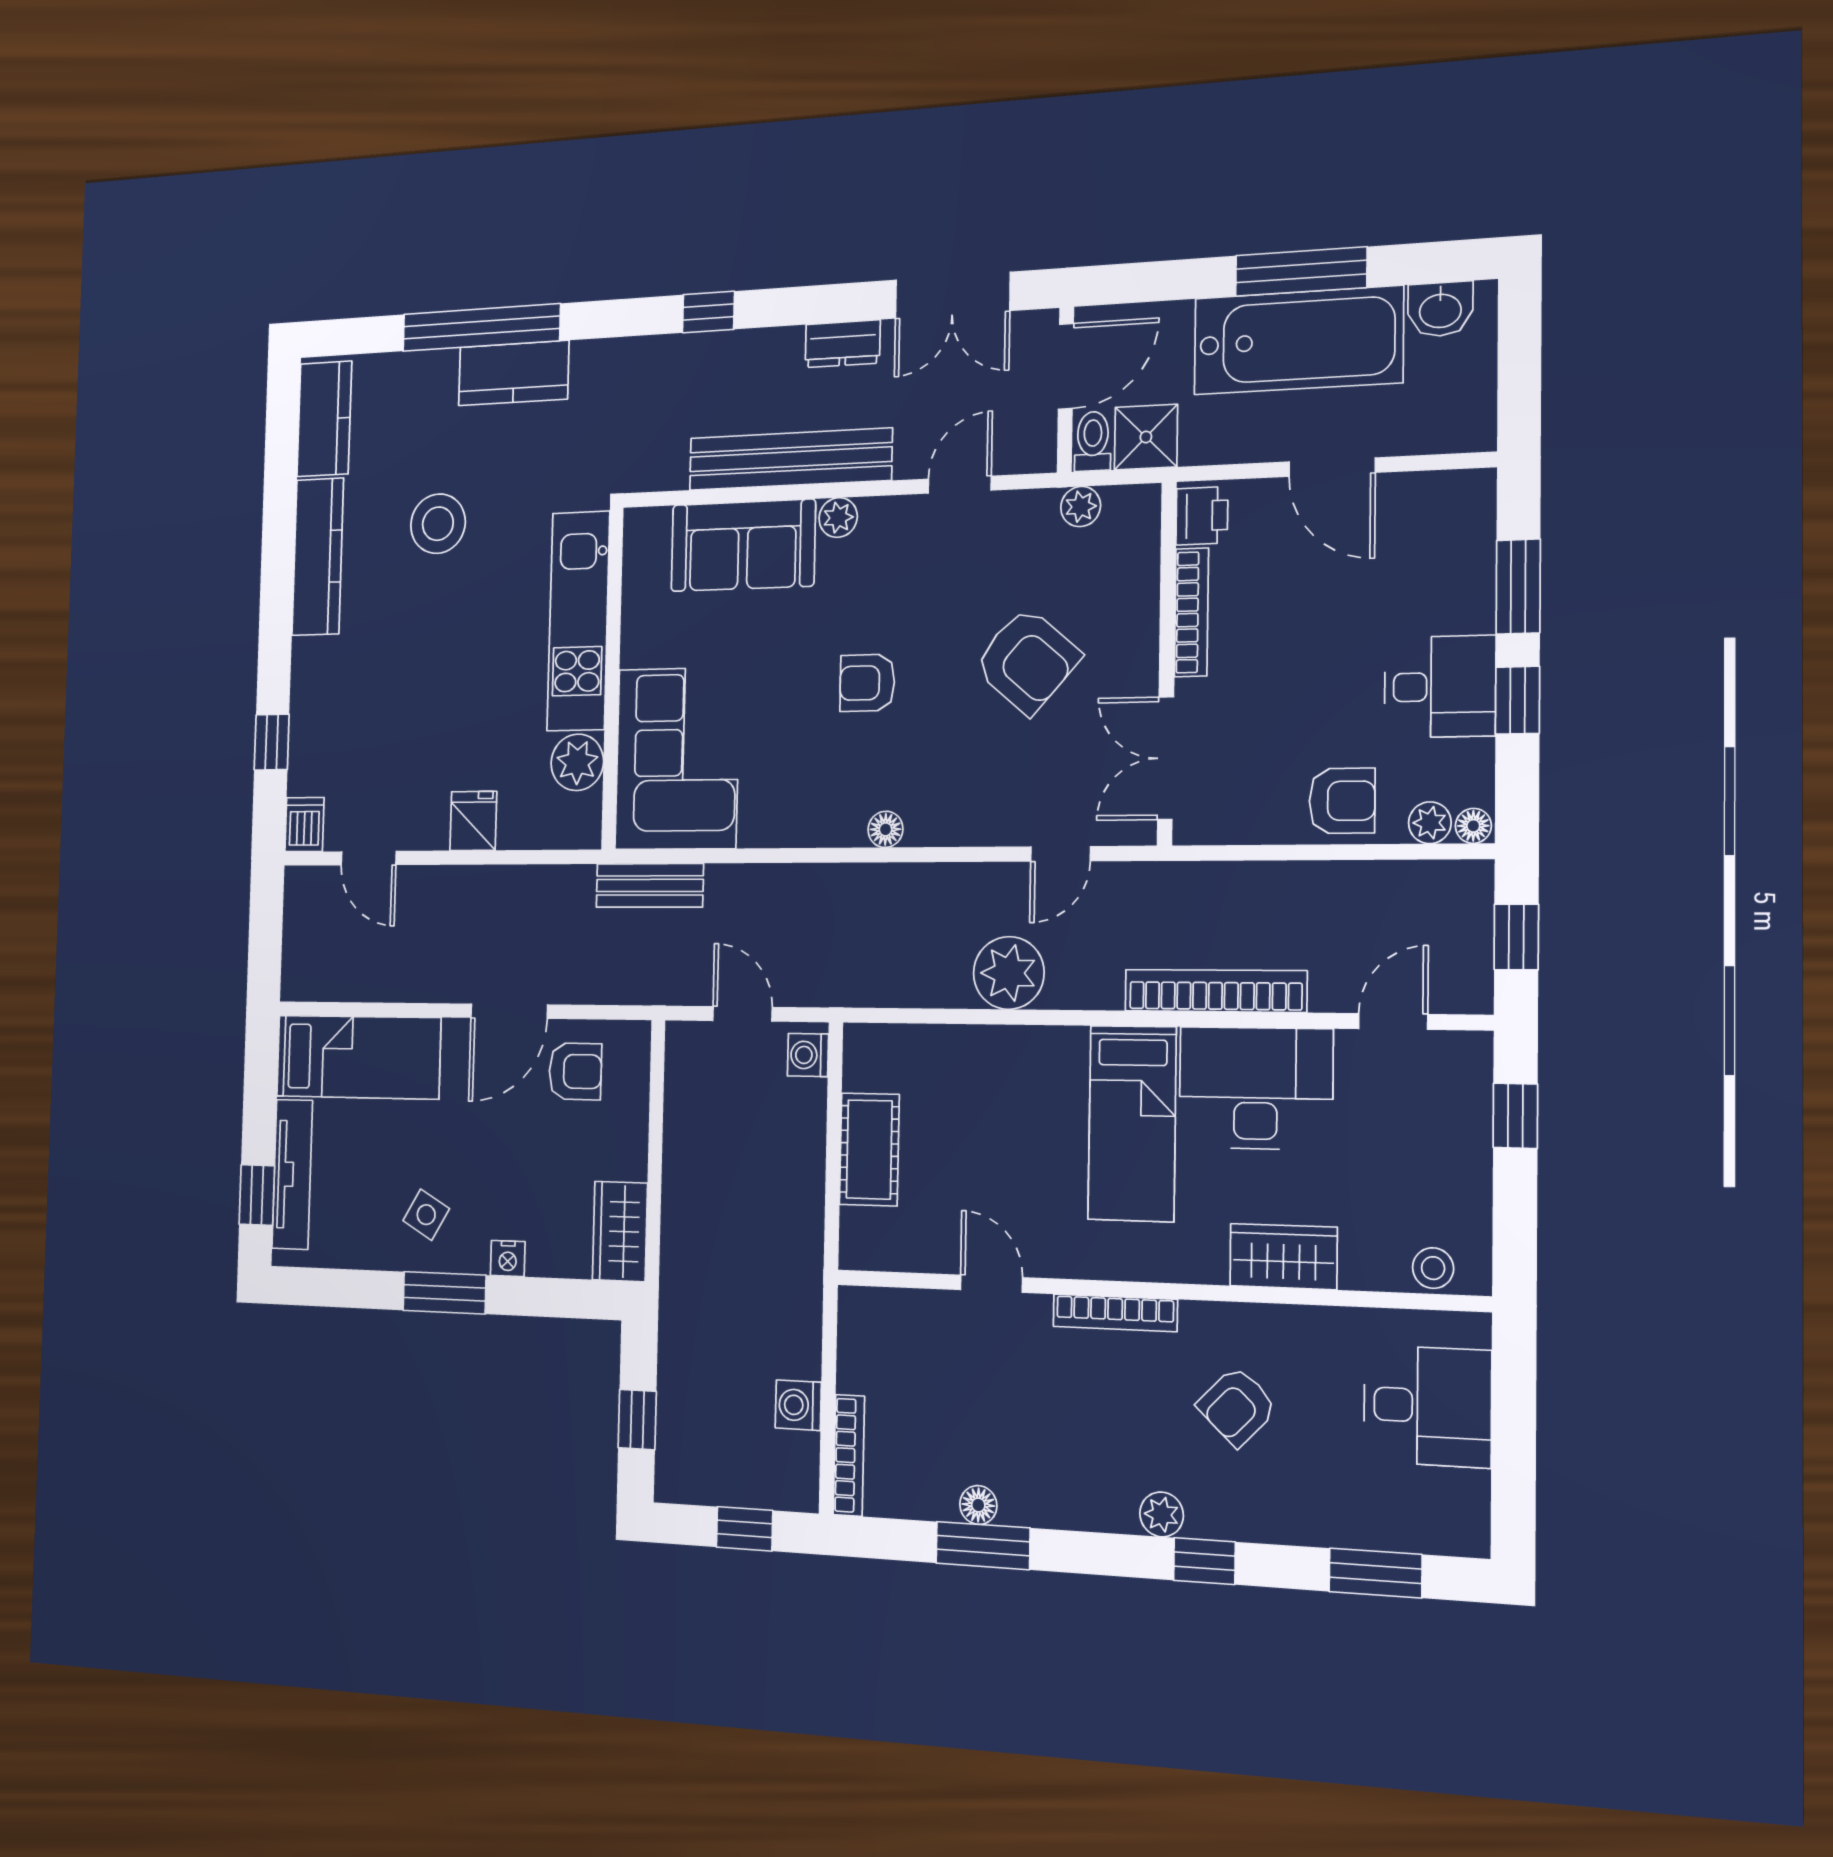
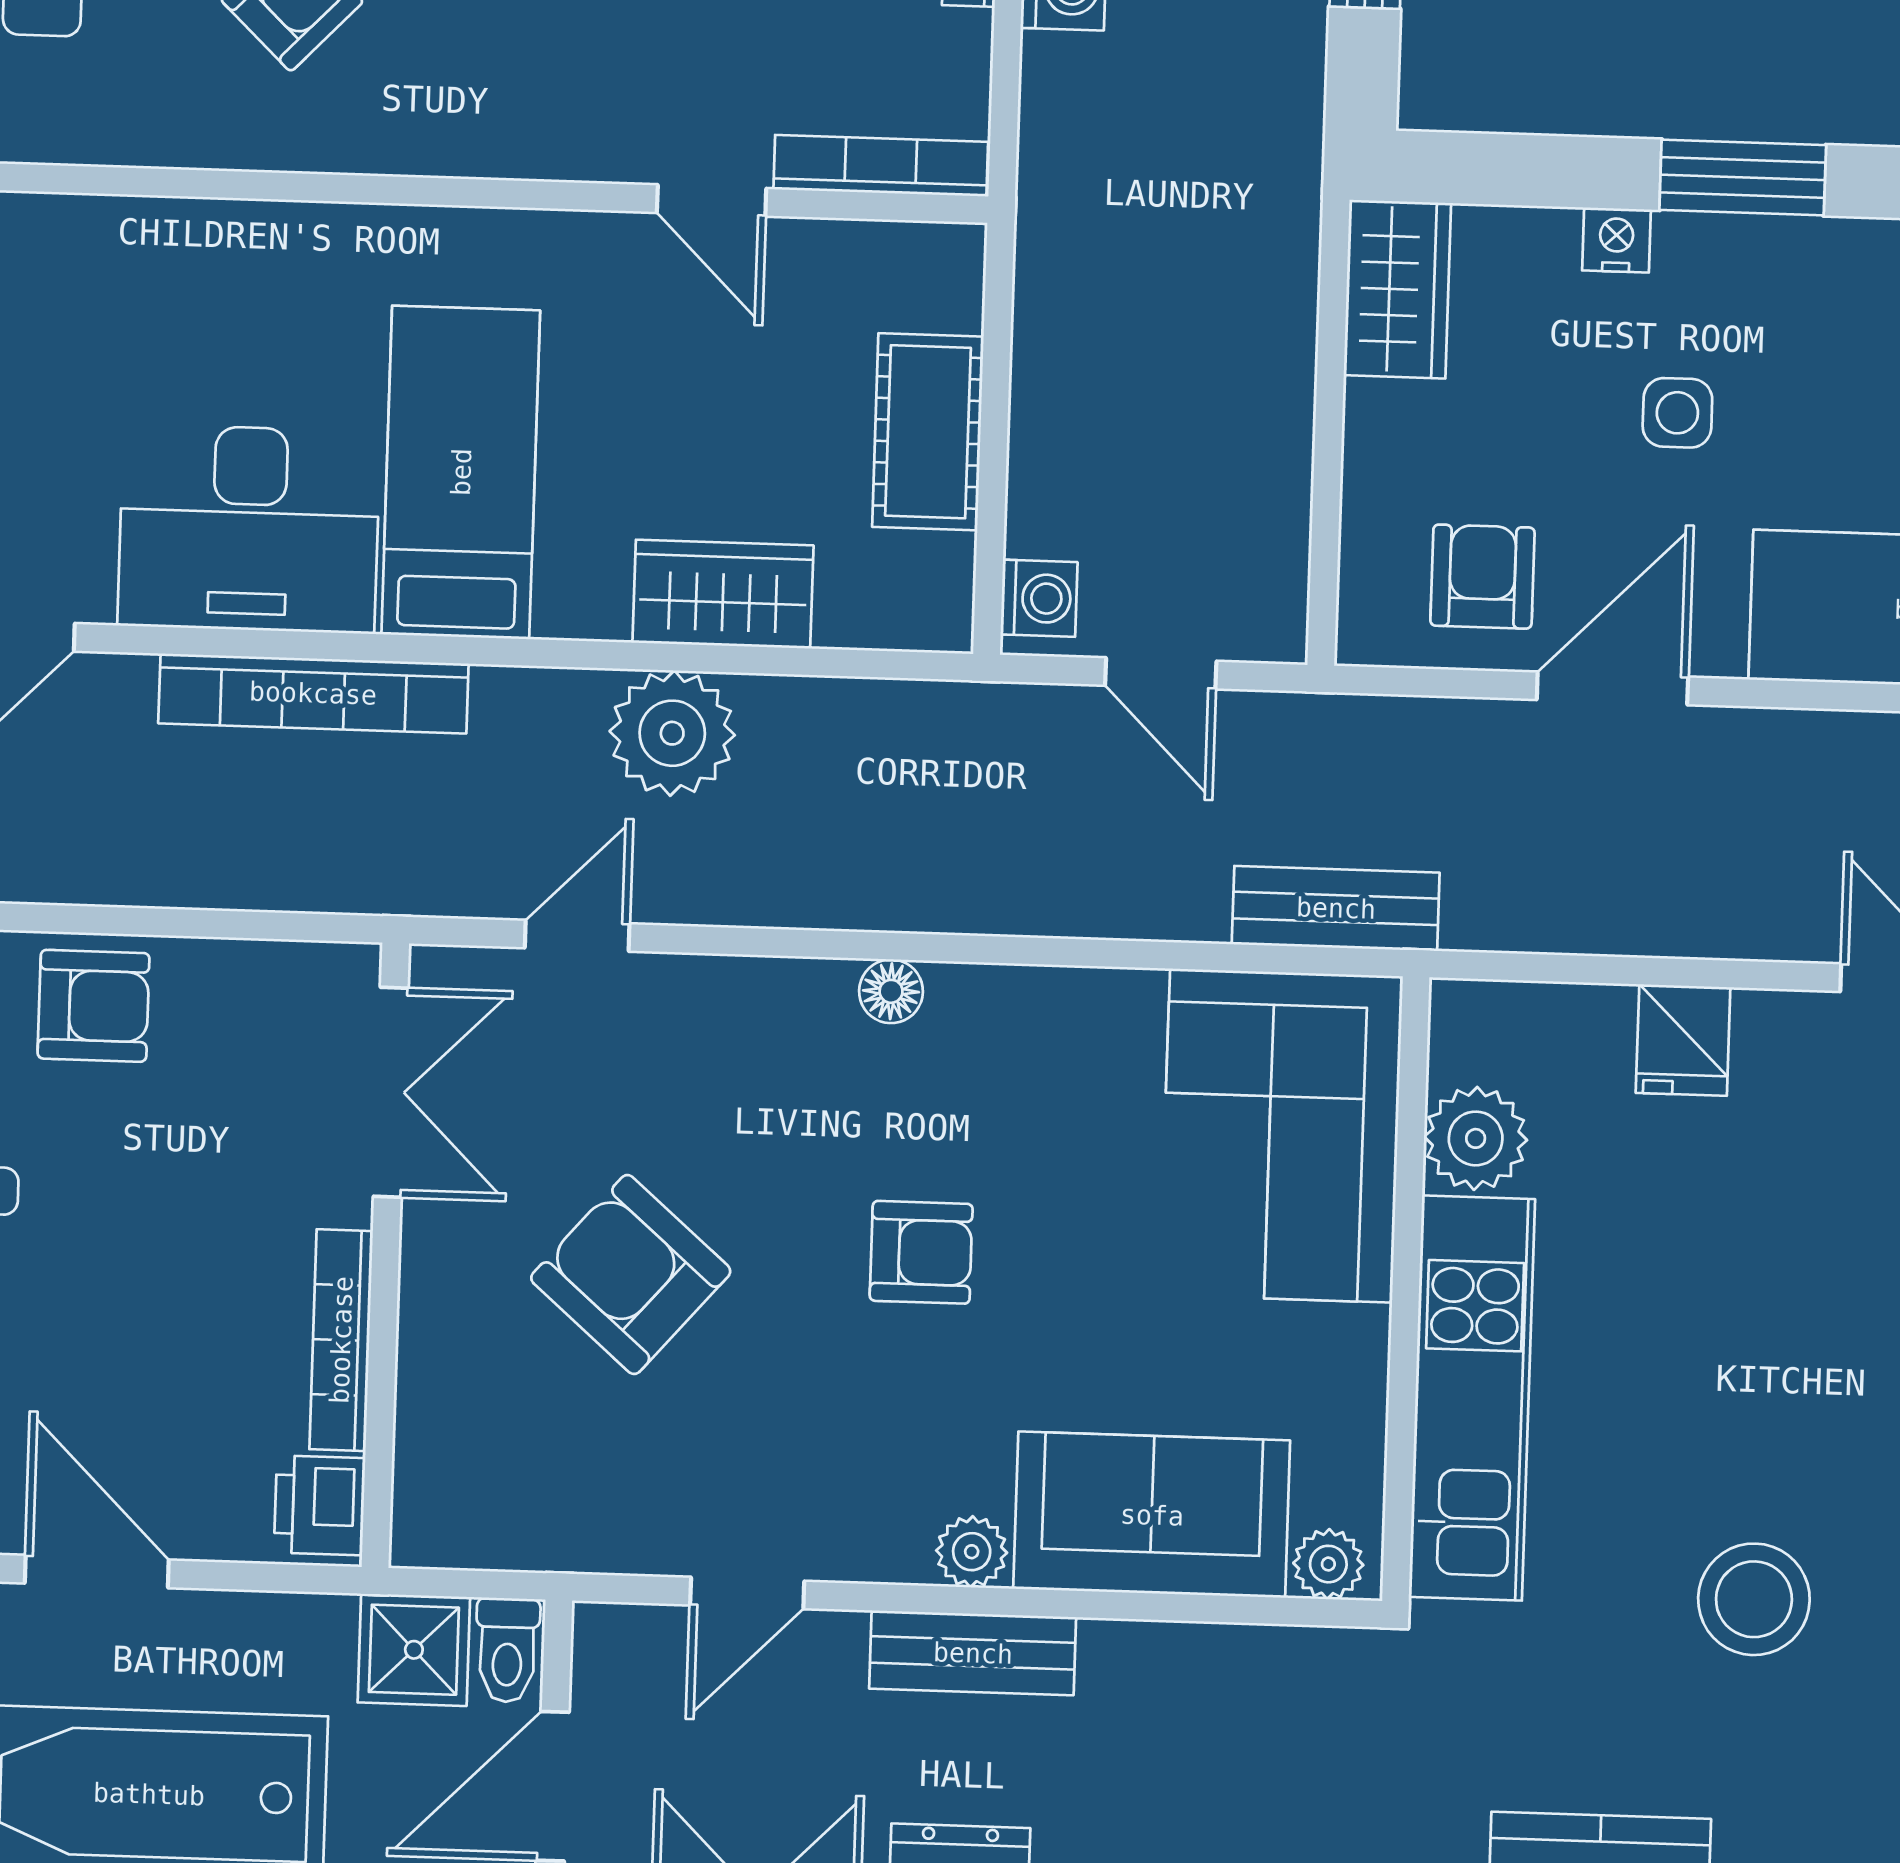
bench: (790, 459) -> (973, 1653), width x0.54, depth x0.82
plant: (1081, 507) -> (1328, 1564), moved
armchair: (1342, 801) -> (94, 1006), turned 180
armchair: (575, 1071) -> (1482, 577), turned 90
side table: (426, 1215) -> (1677, 413), moved, turned -30
wardrobe: (1283, 1257) -> (723, 594), moved, turned 180
bookcase: (1115, 1313) -> (881, 166), moved

